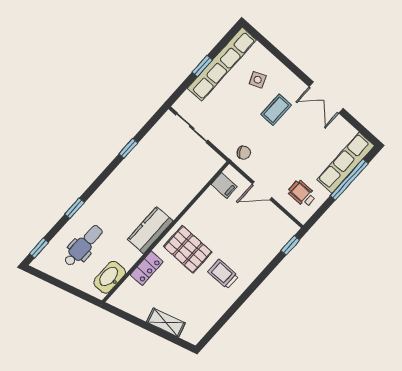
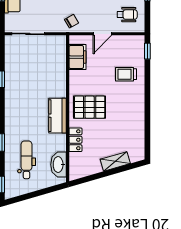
filing cabinet: (224, 186) -> (77, 57), width x2.00
wheelchair: (302, 194) -> (127, 15), turned 180
trolley: (223, 274) -> (126, 74), moved

